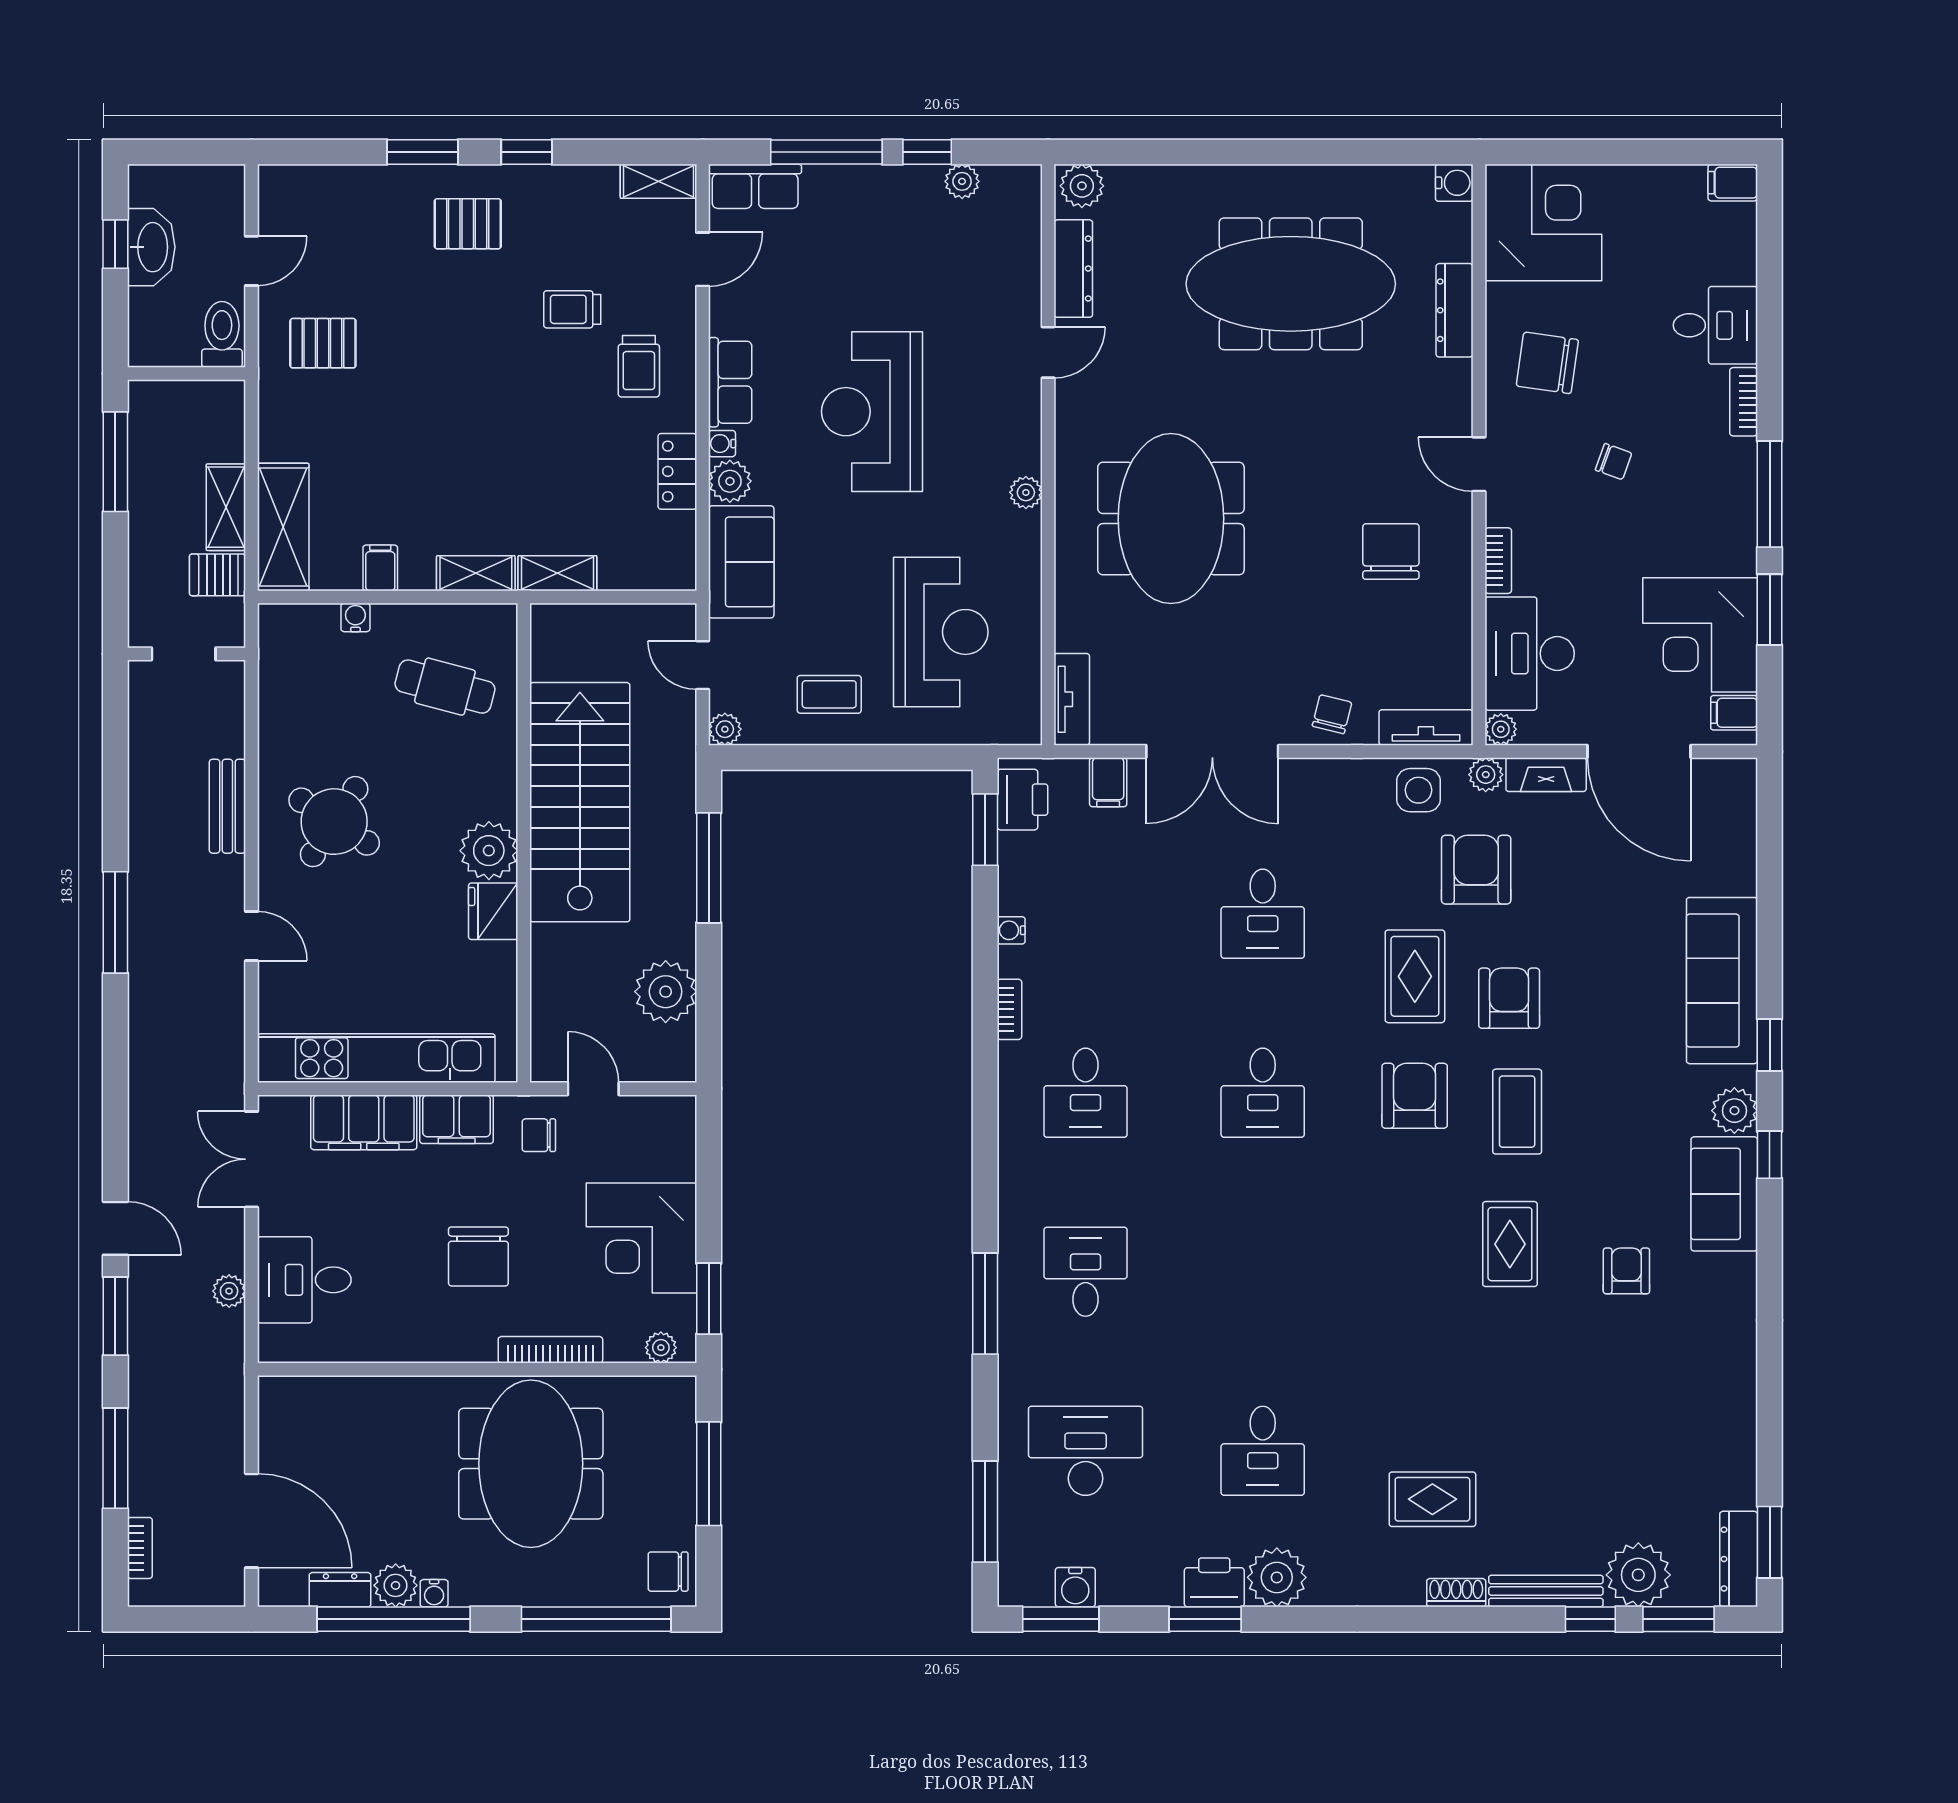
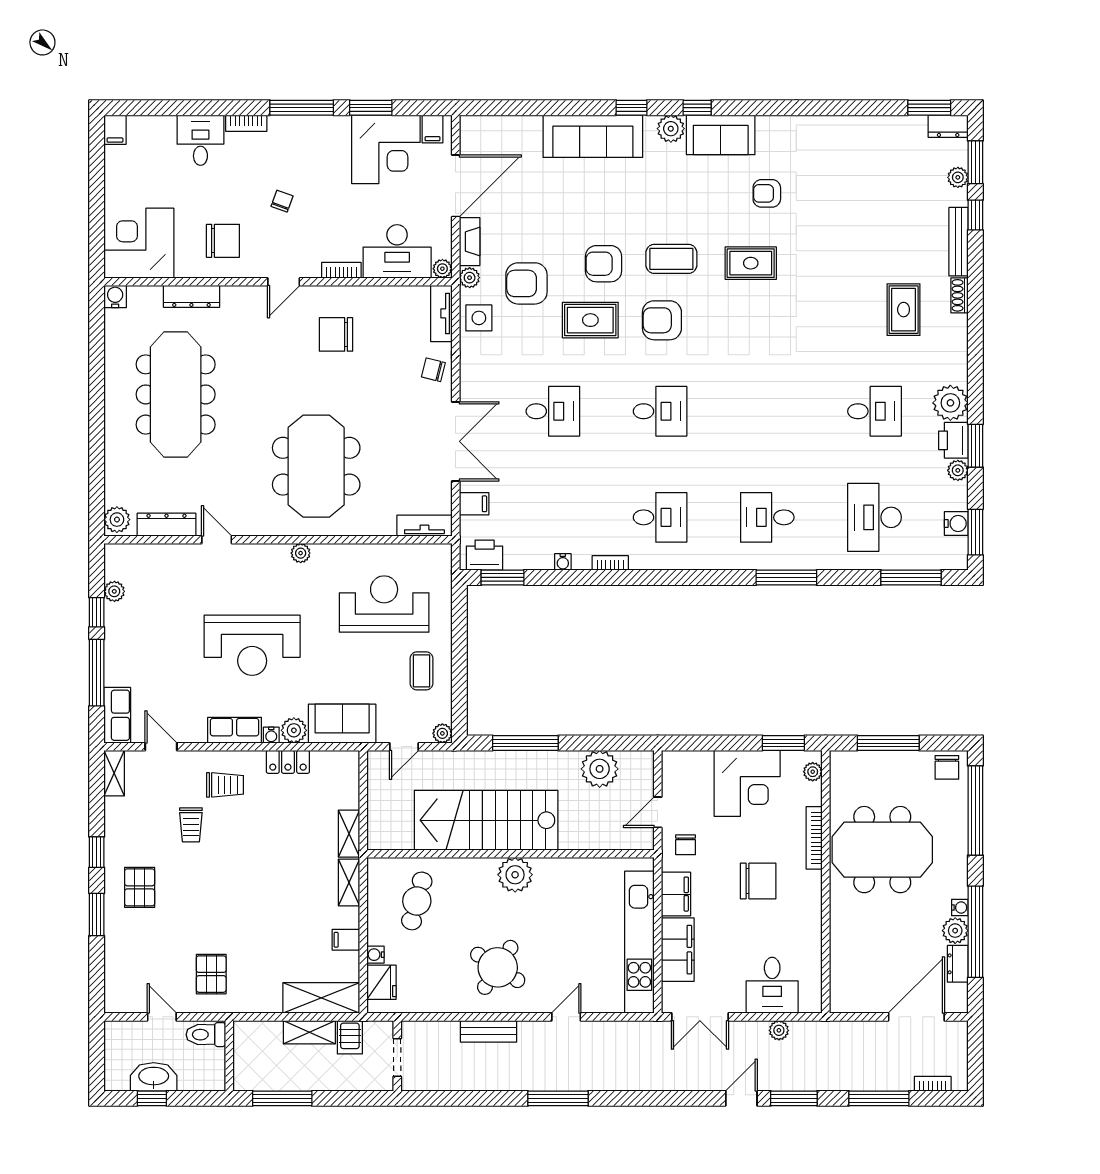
chair: (1547, 363) -> (223, 241), turned -98
meeting table: (1171, 519) -> (316, 466), turned 90
fridge: (493, 911) -> (382, 982), moved, turned -90
dresser: (1739, 1559) -> (948, 126), width x0.70
plant: (1638, 1575) -> (958, 177), width x0.53, depth x0.53
plant: (1164, 1590) -> (958, 470), added

